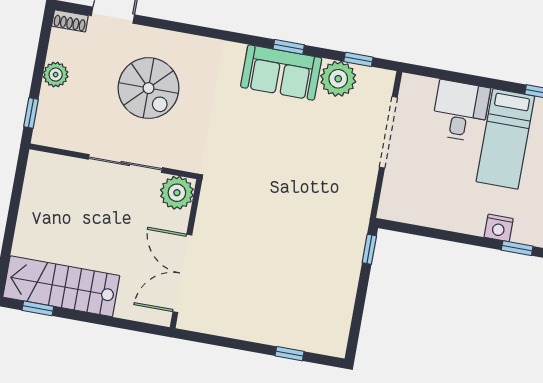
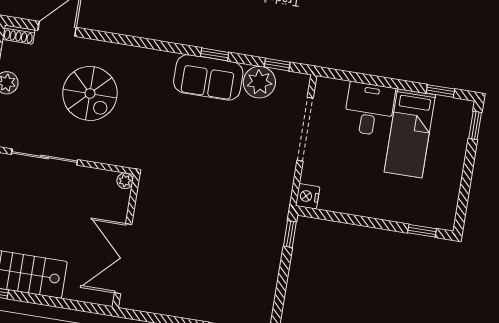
sliding door: (125, 163) -> (45, 157), moved
plant: (177, 193) -> (125, 181), width x0.53, depth x0.53
nightstand: (499, 228) -> (308, 196), moved, turned 90

